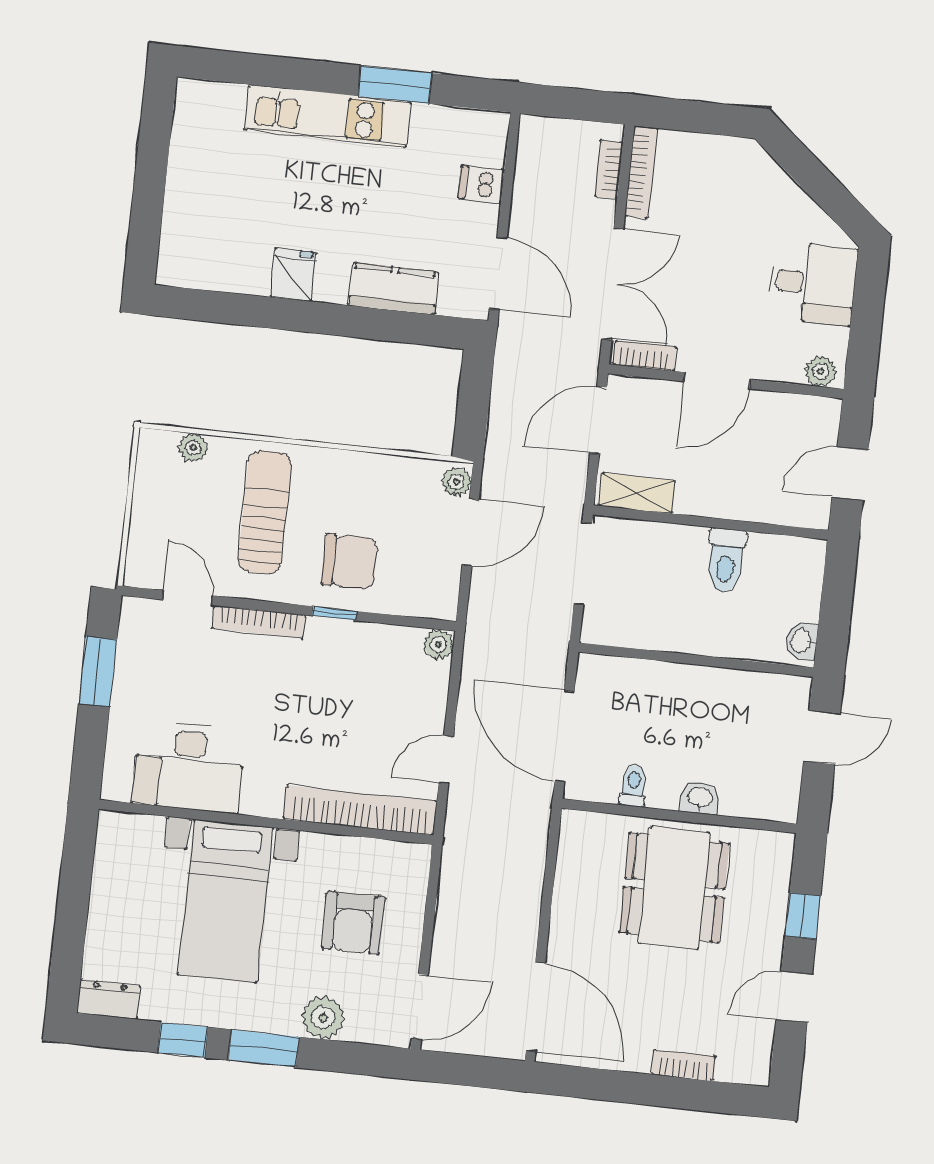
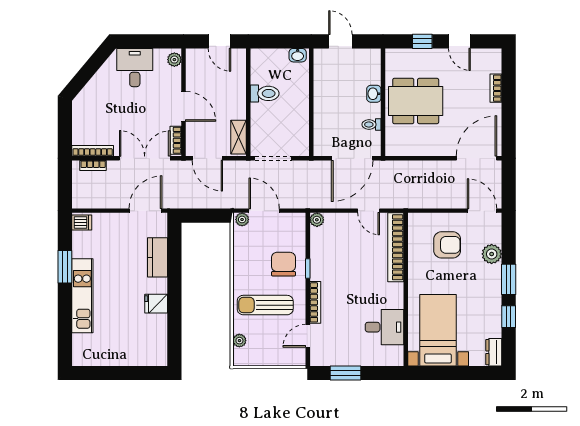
dishwasher: (481, 184) -> (82, 222), moved, turned -90
desk: (189, 767) -> (384, 327), width x0.73
bed with nightstands: (225, 901) -> (438, 330), moved, turned -90

